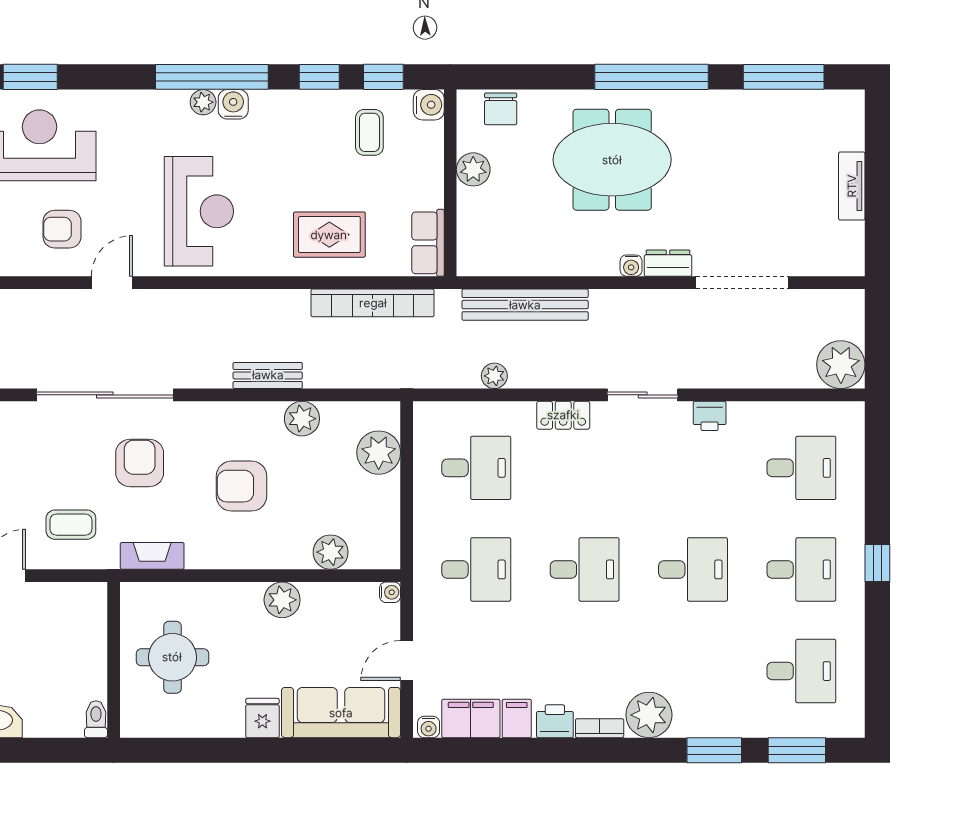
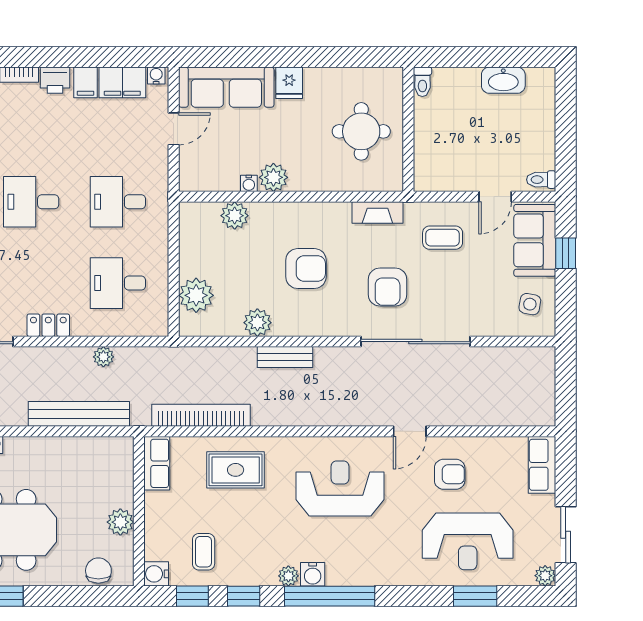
plant: (203, 102) -> (288, 576), moved
reception desk: (199, 211) -> (340, 489), turned 90
water cooler: (390, 592) -> (249, 183), moved, turned -90

